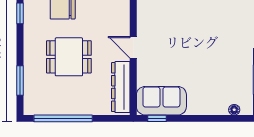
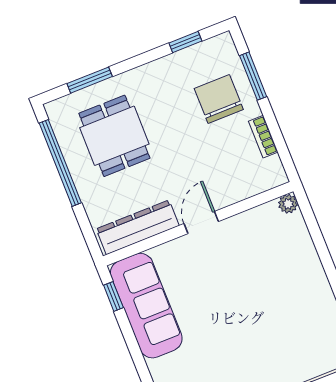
dining table: (69, 57) -> (114, 136), moved
sofa: (161, 101) -> (146, 306), width x1.36

